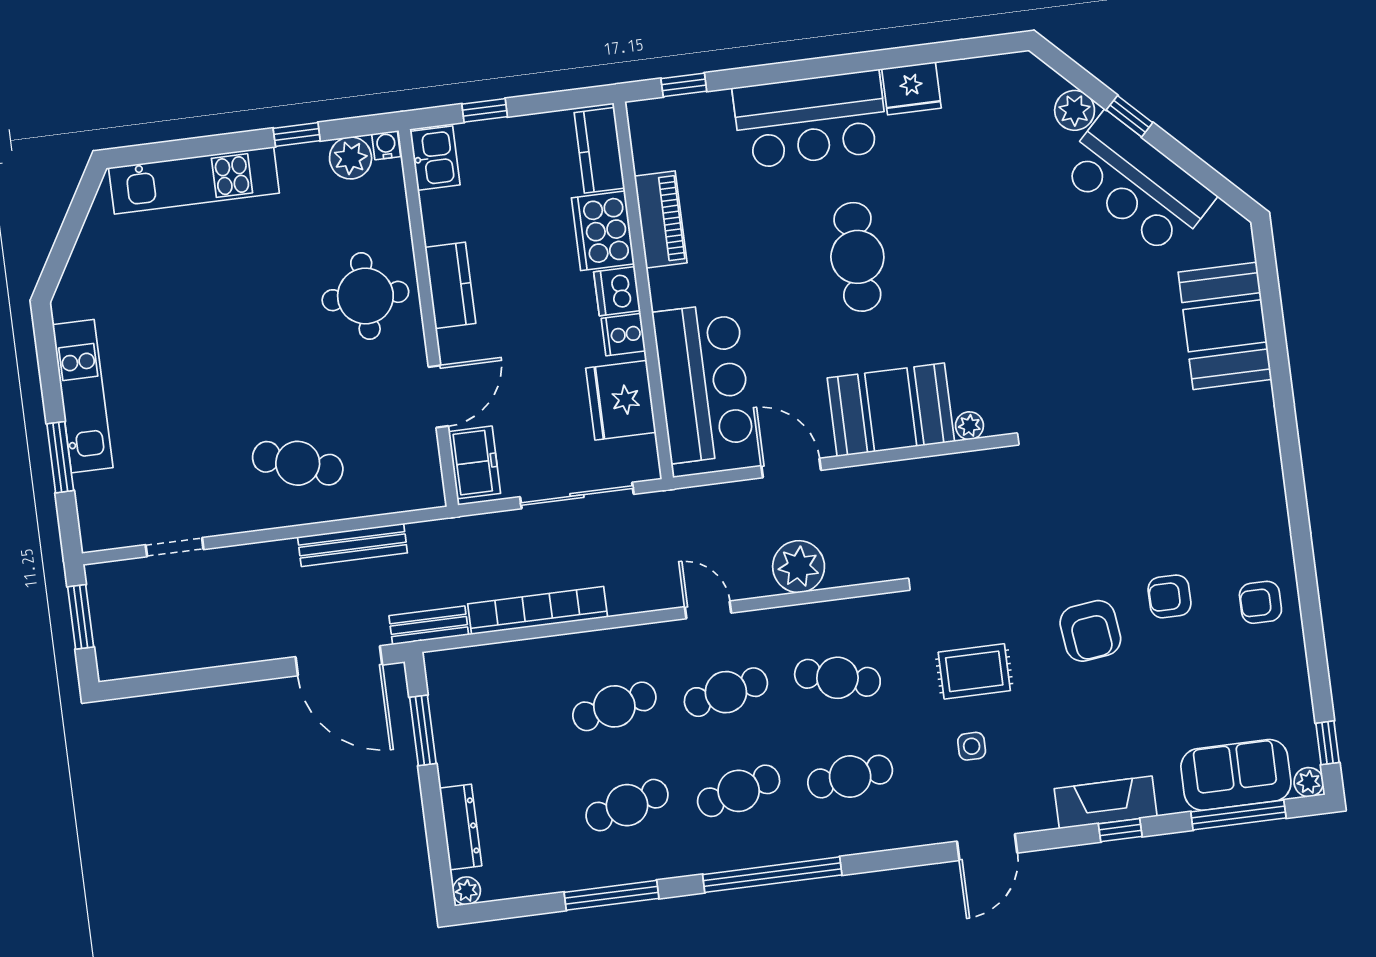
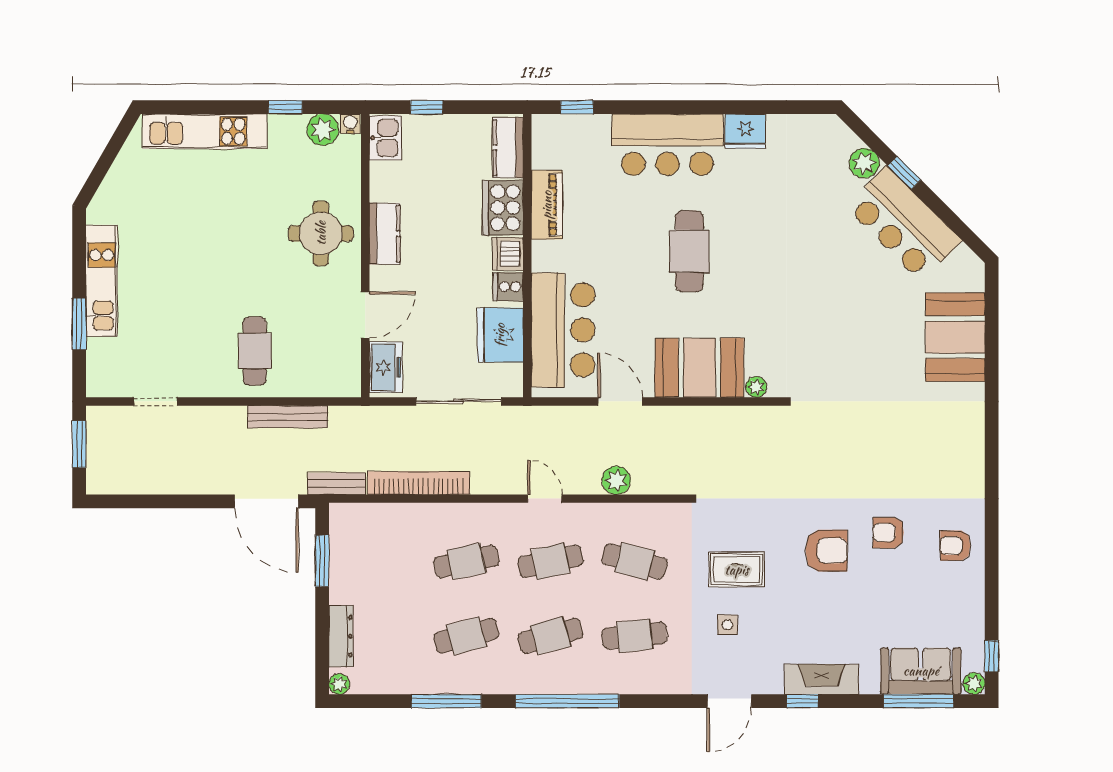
cafe table: (298, 463) -> (255, 351), turned 71
plant: (799, 567) -> (616, 480), width x0.73, depth x0.73
armchair: (1090, 631) -> (826, 551), turned -83
window: (1120, 830) -> (802, 701), moved

